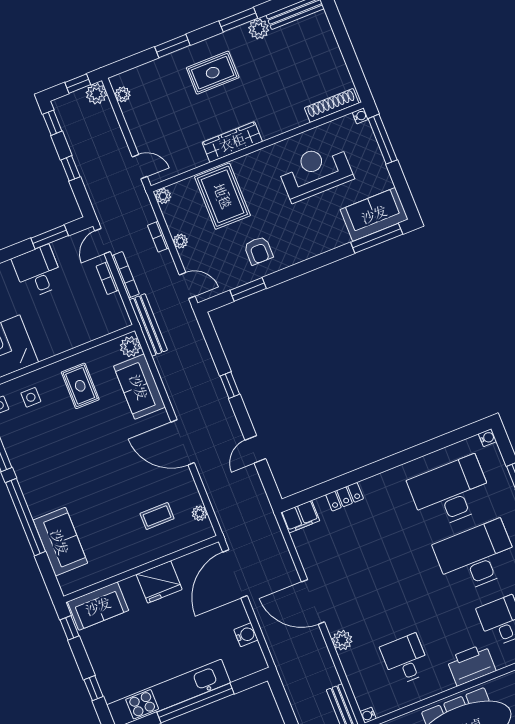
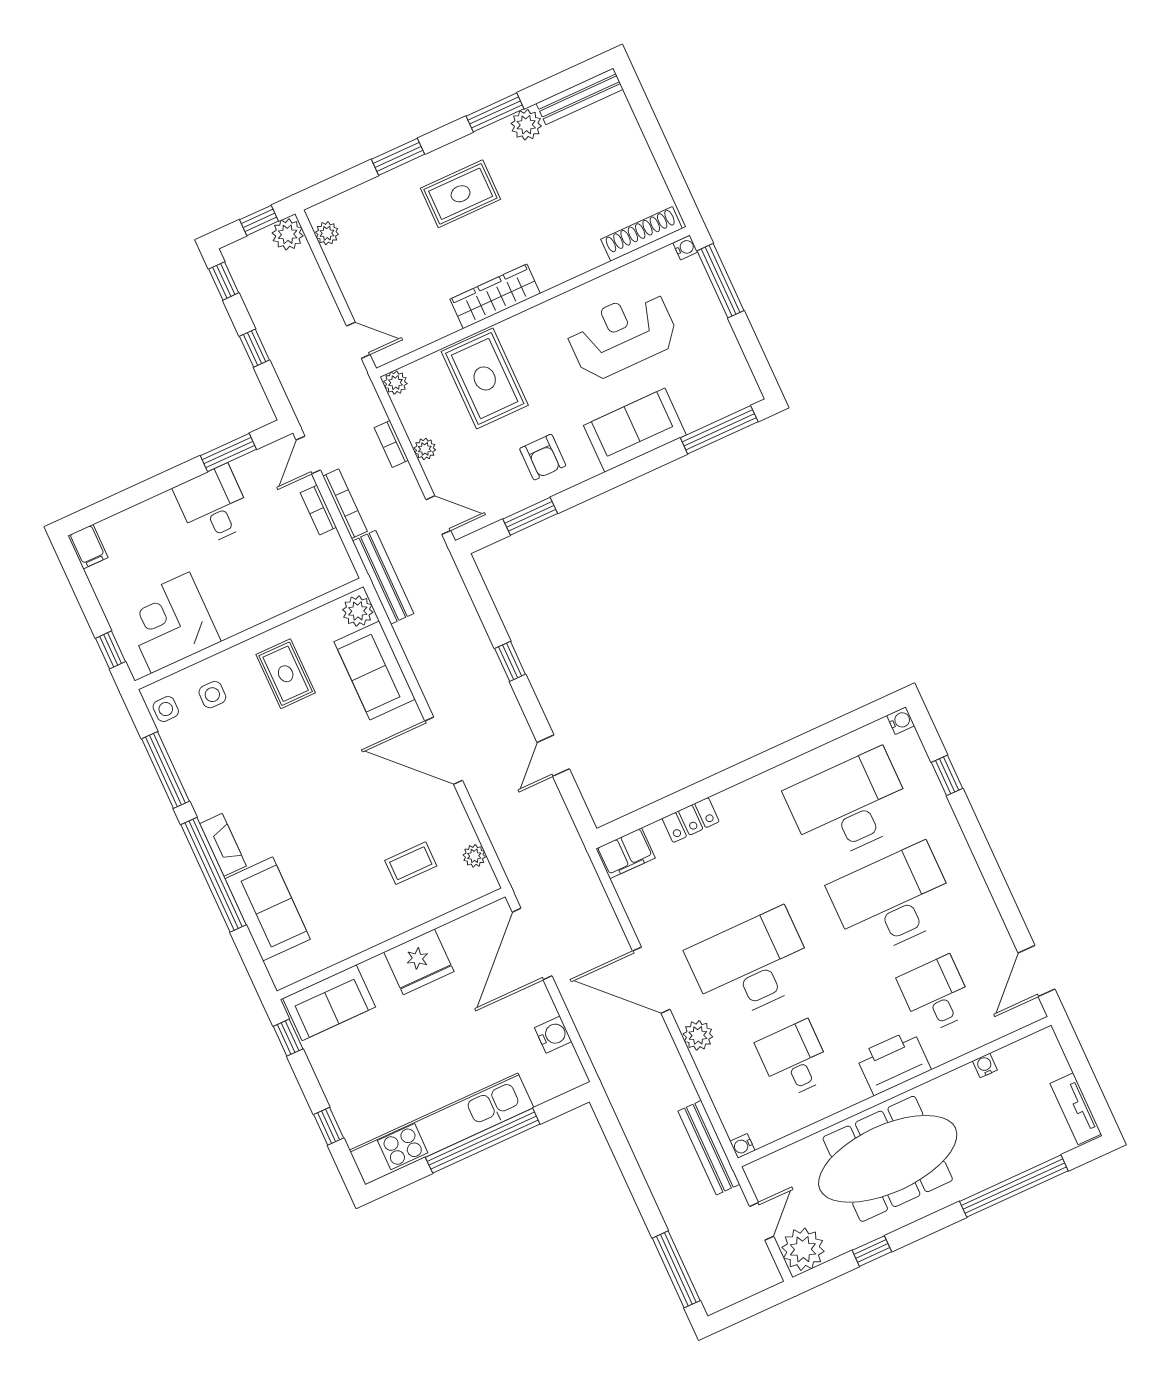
sofa: (374, 214) -> (635, 430), moved
fireplace: (33, 497) -> (223, 845), added
desk: (380, 595) -> (751, 965), added

